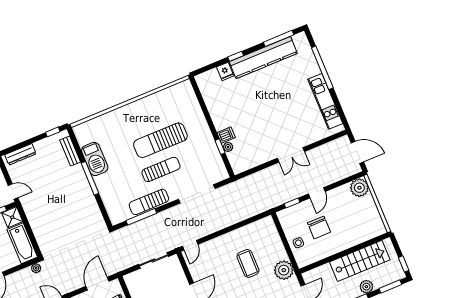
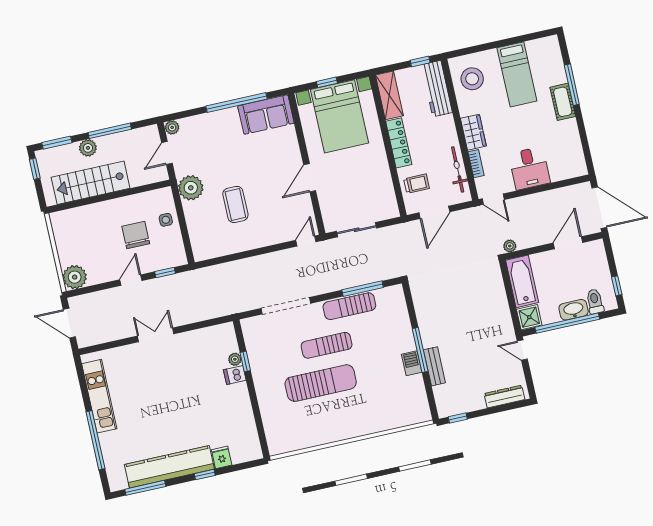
bench: (70, 151) -> (434, 366), moved
barbecue: (95, 159) -> (412, 363), width x0.53, depth x0.65
sun lounger: (149, 202) -> (349, 306), turned 180

